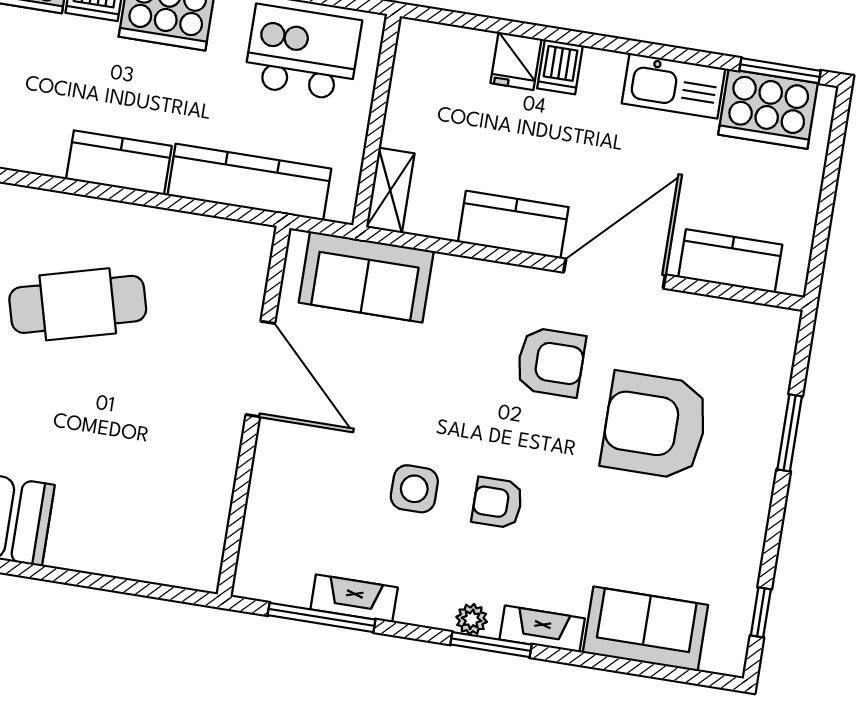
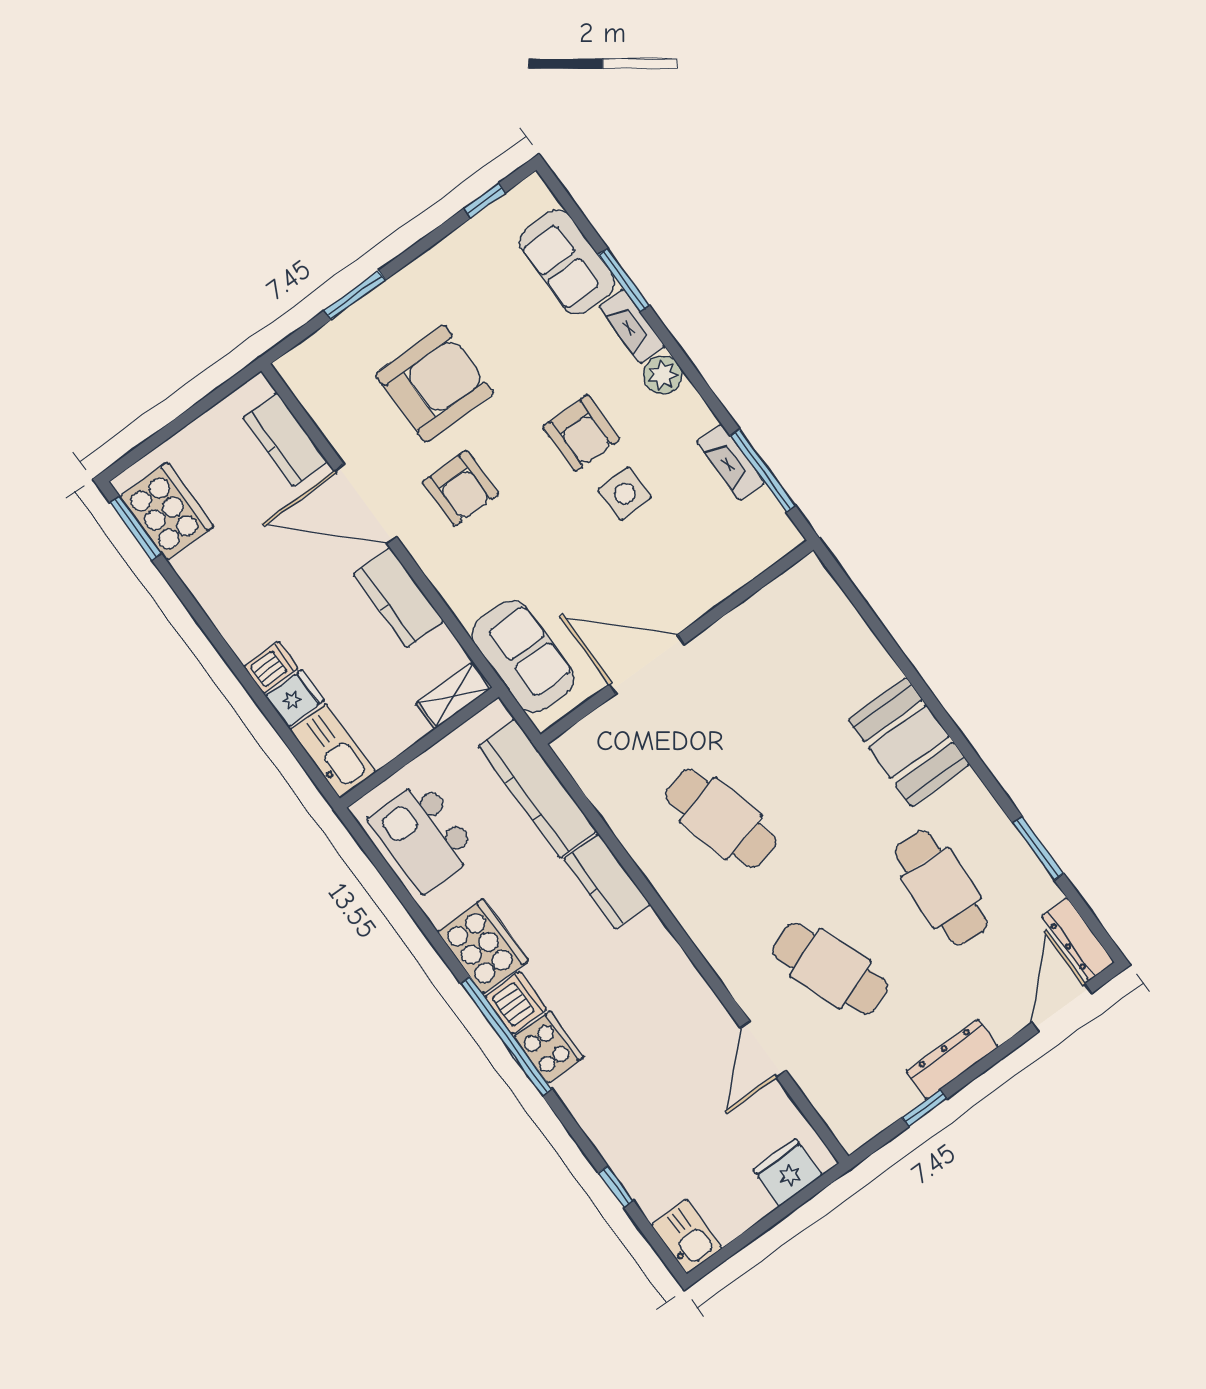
kitchen sink: (674, 86) -> (333, 751), moved
armchair: (551, 362) -> (460, 488), turned 180
door: (260, 369) -> (647, 664), hinge flipped
armchair: (655, 426) -> (435, 384), turned -90
armchair: (497, 503) -> (581, 433), width x1.38, depth x1.38
plant: (472, 619) -> (663, 375), width x1.38, depth x1.38
window: (491, 645) -> (624, 280), moved

